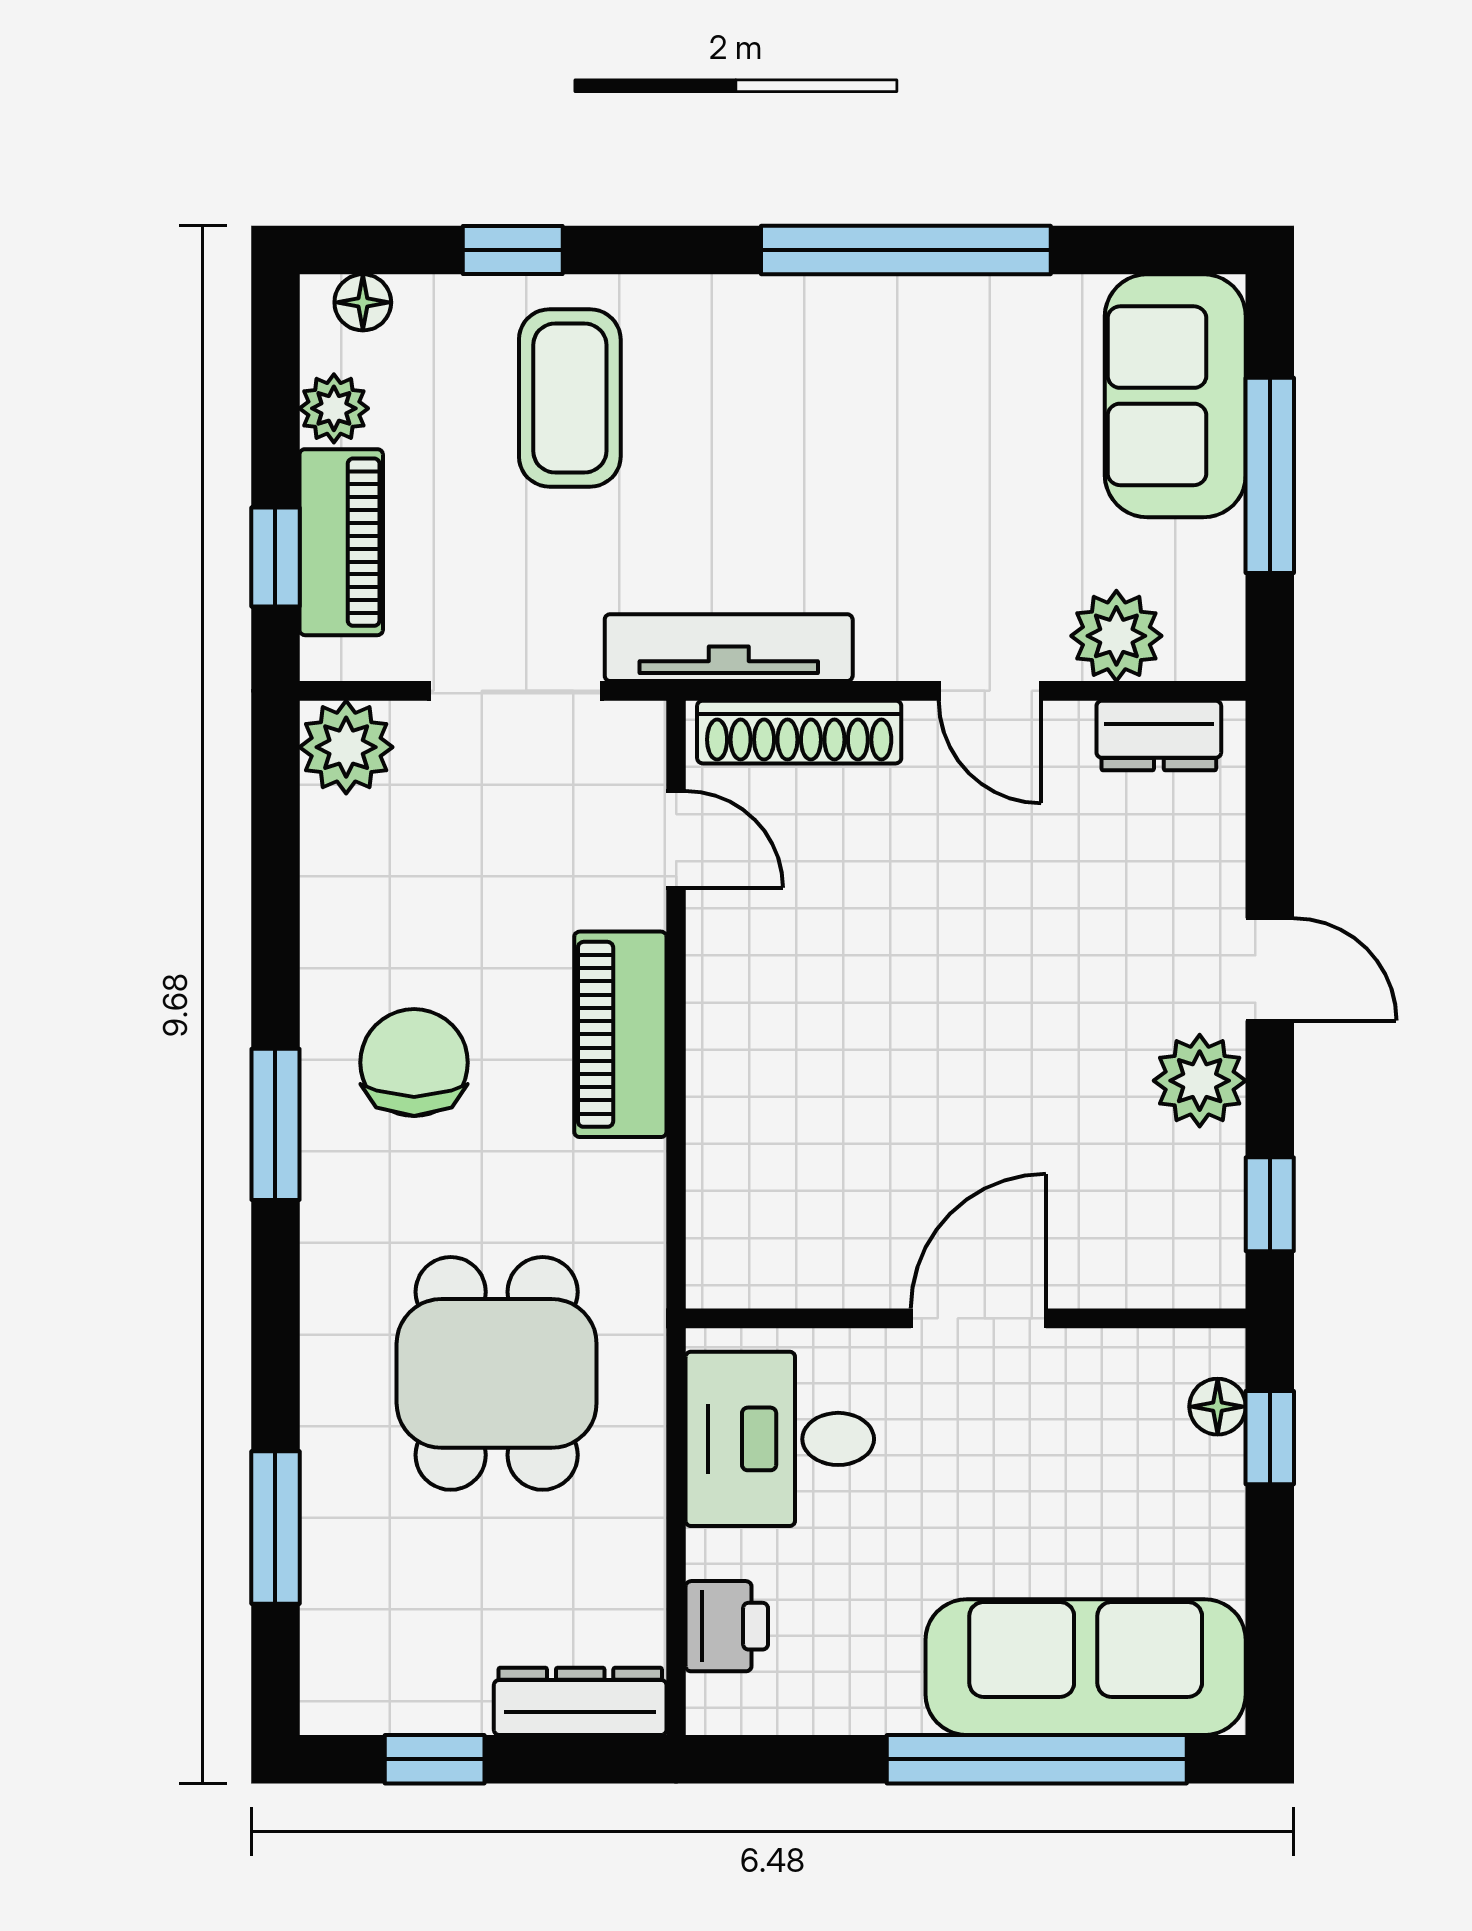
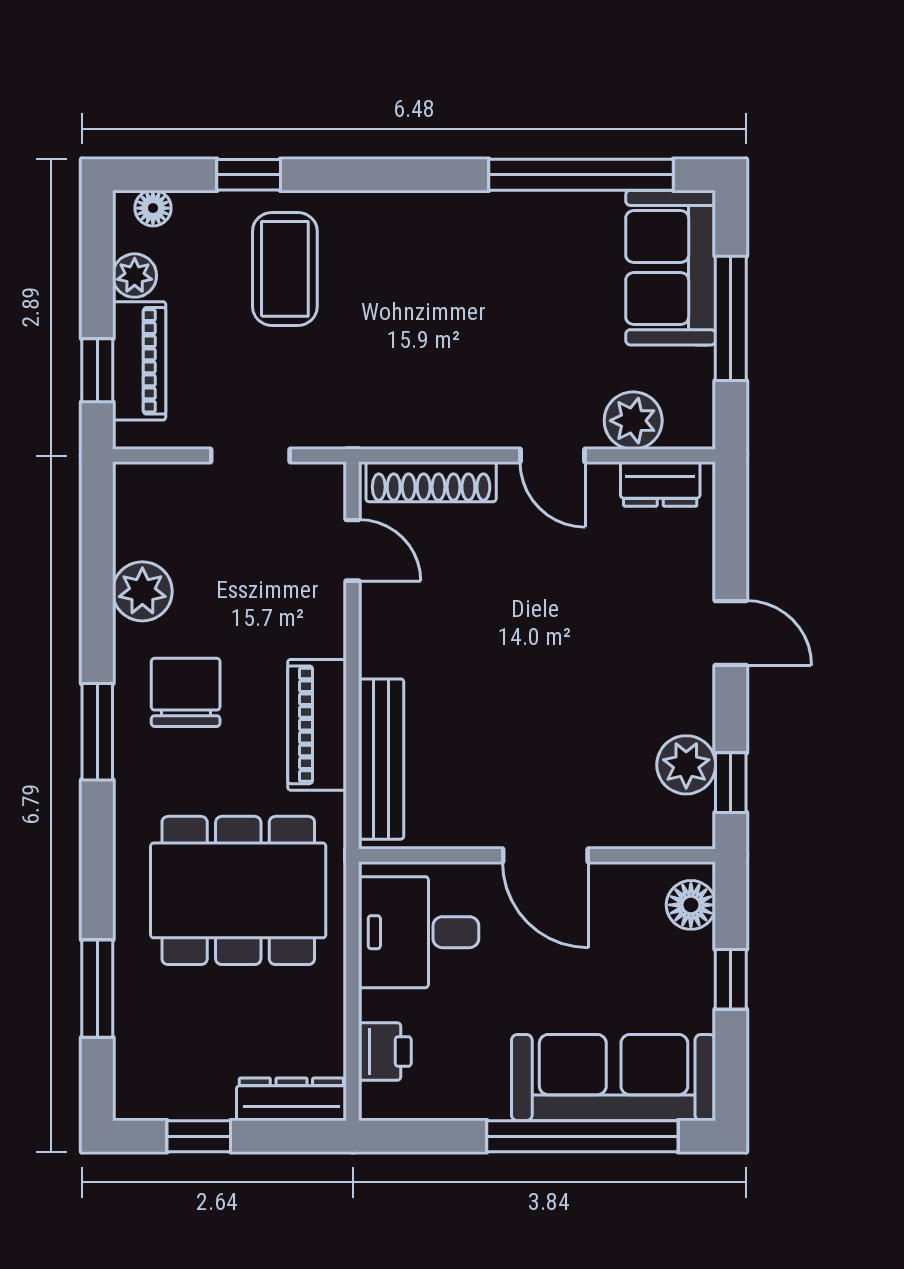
window: (906, 250) -> (581, 175), moved
tv unit: (729, 648) -> (386, 428), removed
doorway: (516, 691) -> (250, 456), width x0.73
plant: (346, 747) -> (142, 591), moved
piano: (620, 1034) -> (317, 725), moved
plant: (1200, 1081) -> (686, 765), moved
bench: (721, 1167) -> (381, 759), added
door: (978, 1318) -> (545, 855), swing flipped
dining table: (497, 1373) -> (238, 890), width x1.37
floor lamp: (1218, 1407) -> (691, 905), width x1.37, depth x1.37
window: (1270, 1438) -> (731, 979), moved

